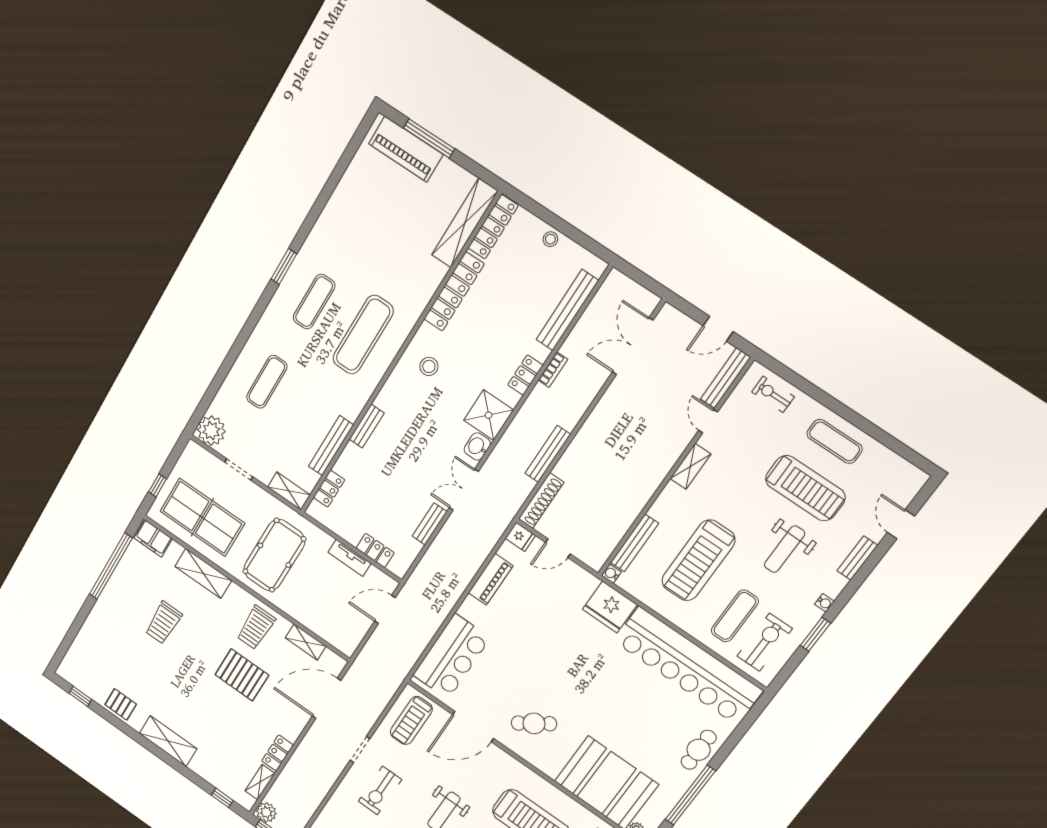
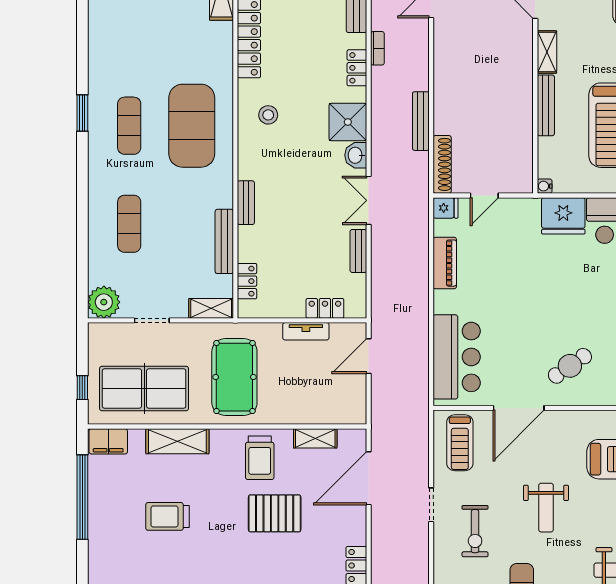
exercise mat: (363, 335) -> (192, 126), width x1.47
bench: (635, 543) -> (546, 105), moved
trolley: (163, 623) -> (168, 516), turned 90

